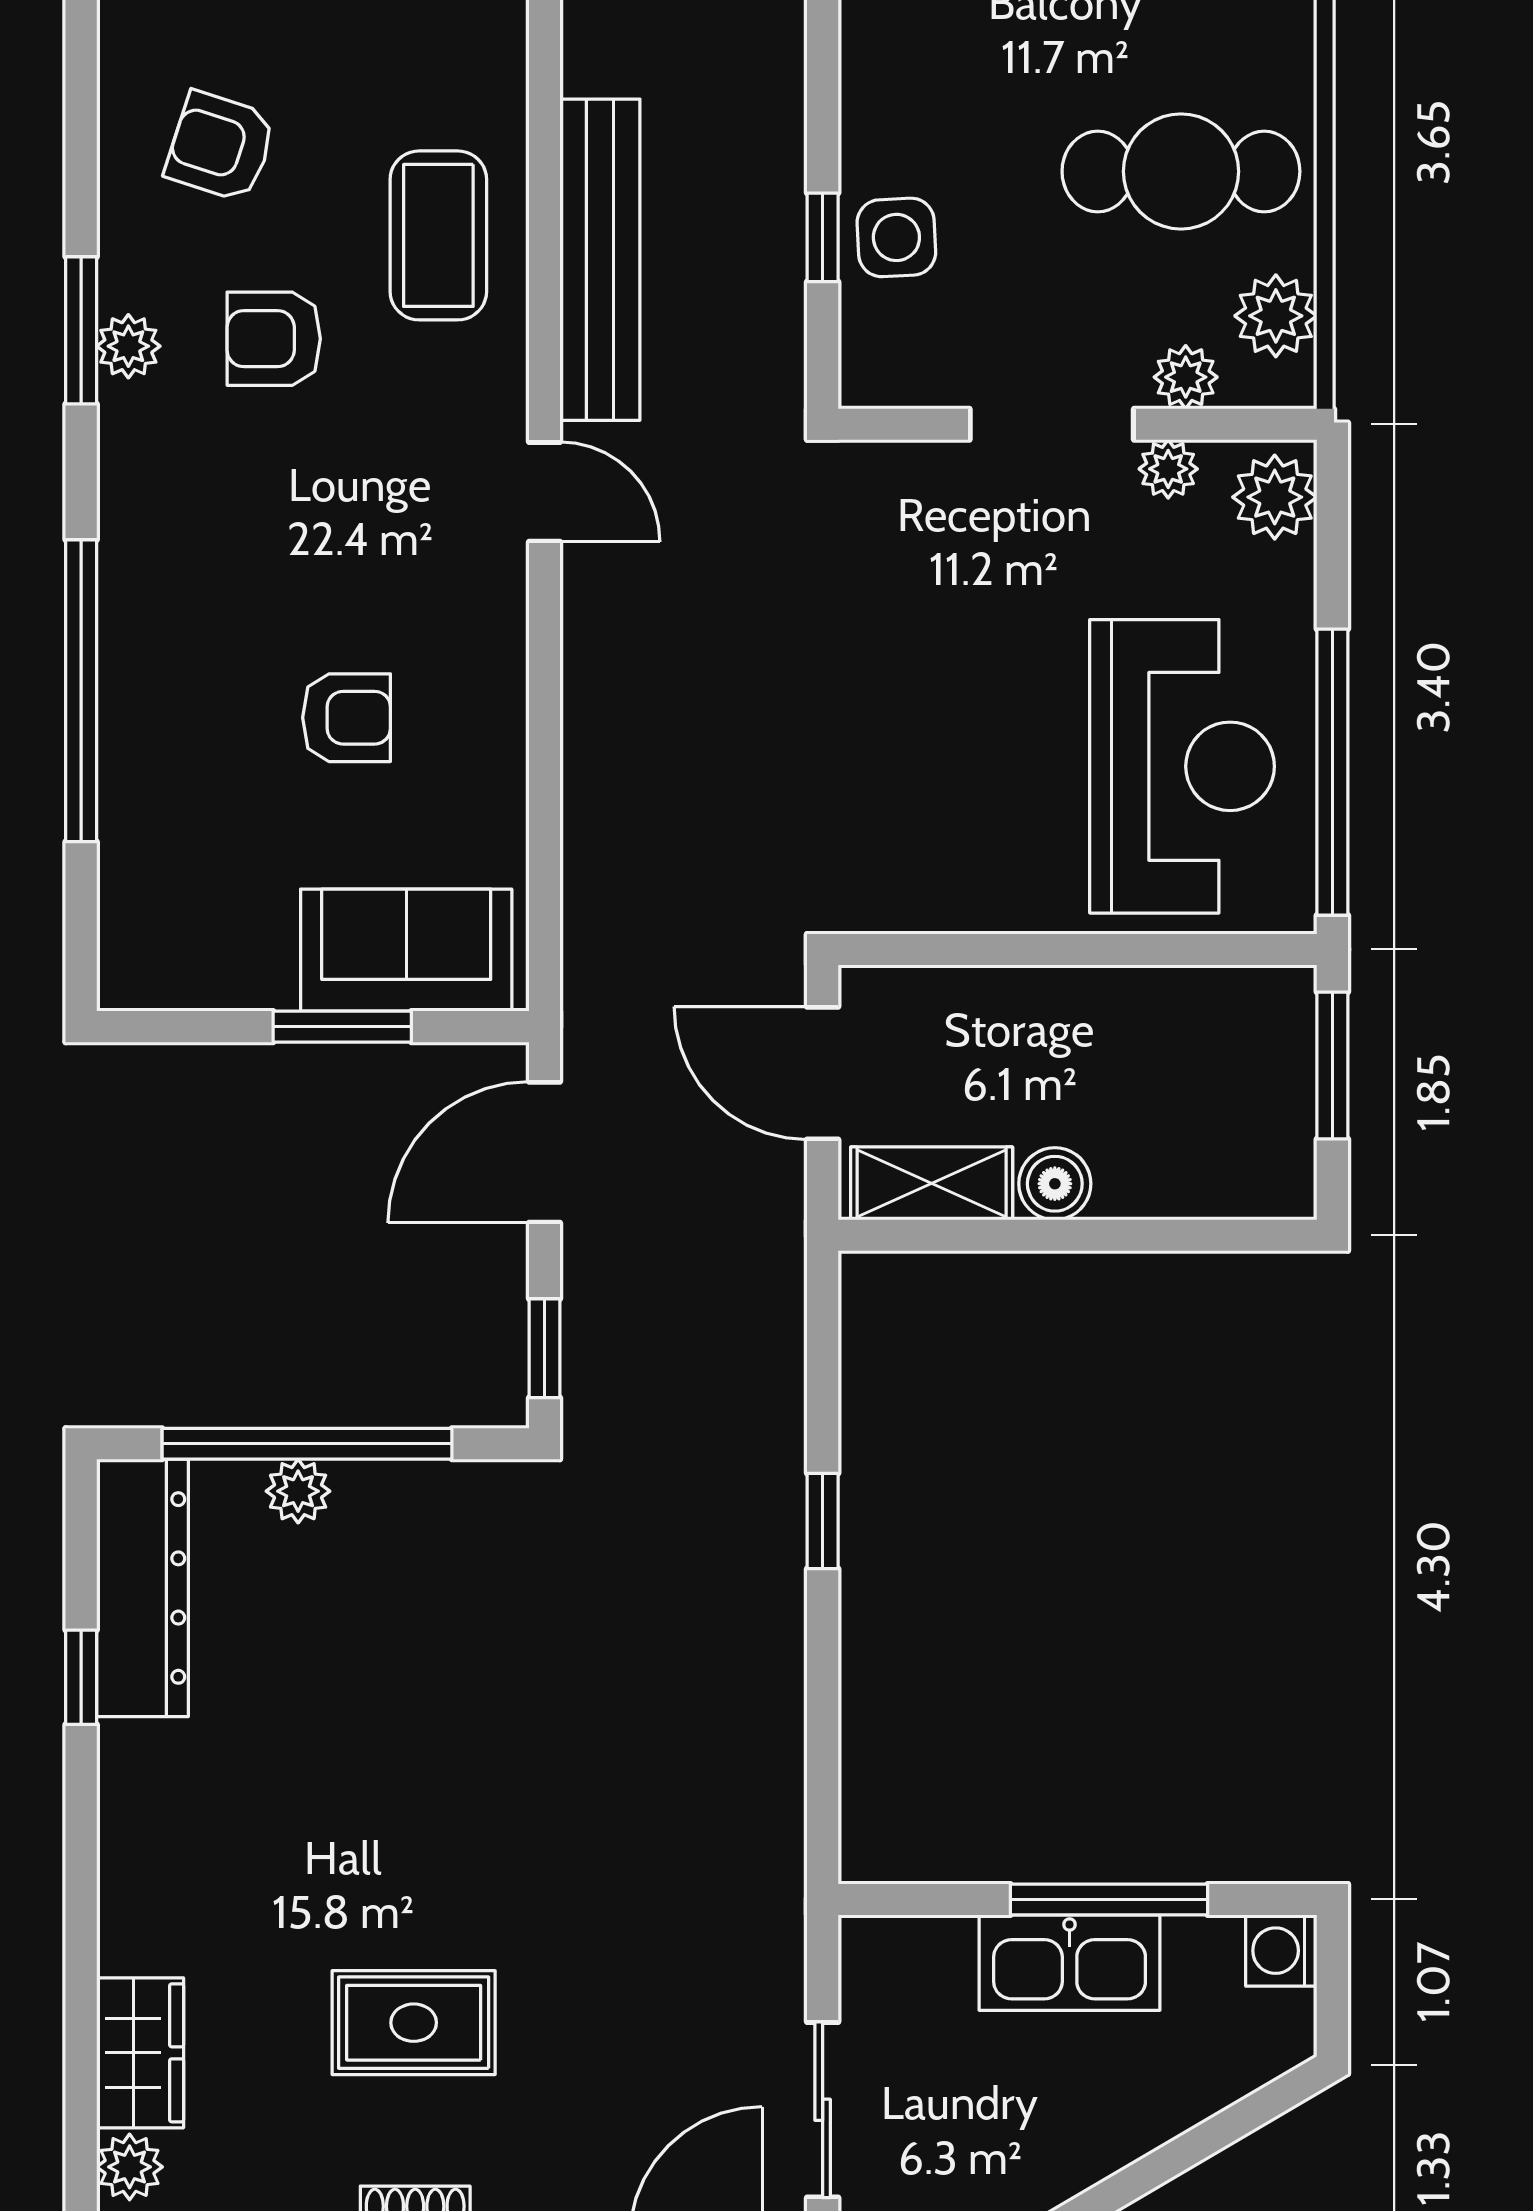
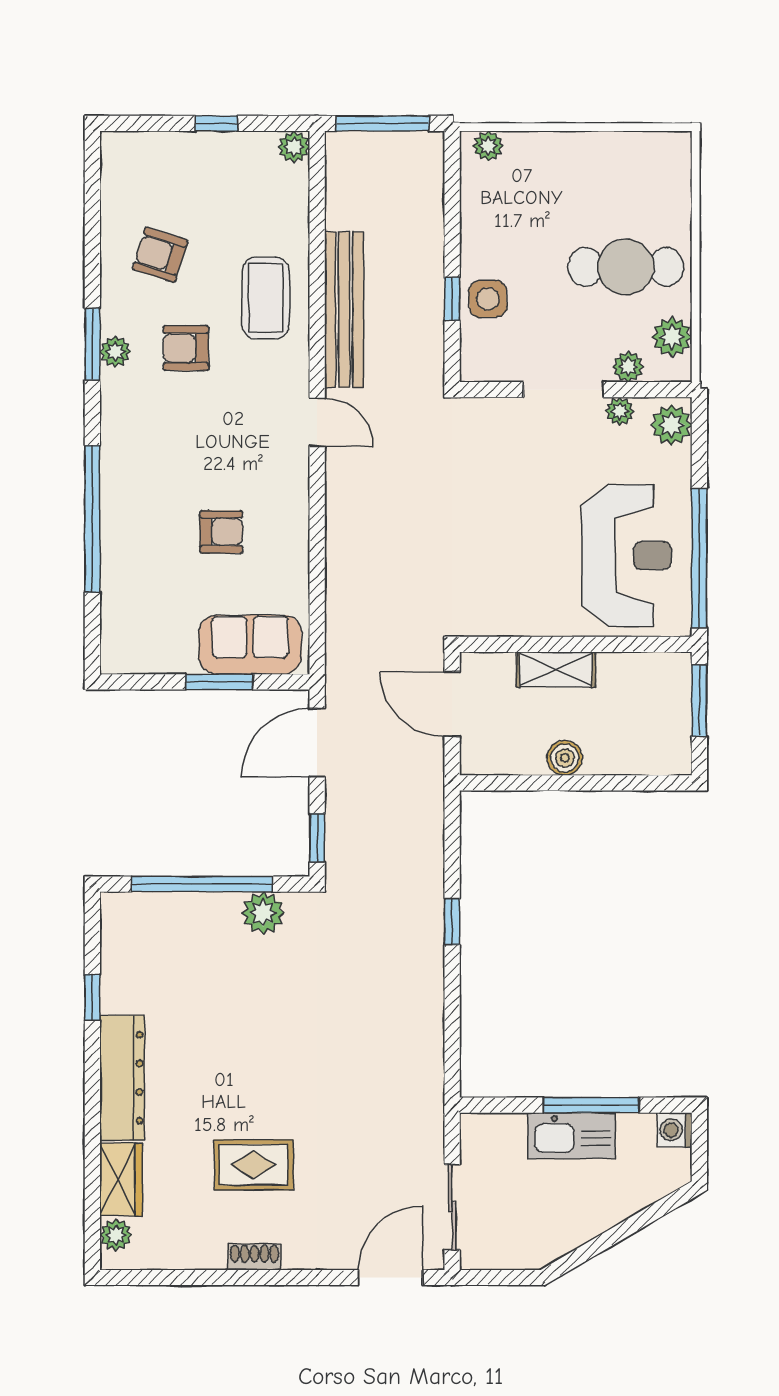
shelving: (932, 1183) -> (556, 669), moved
plant: (298, 1491) -> (263, 913), moved, width x1.38, depth x1.38
dresser: (142, 1588) -> (122, 1078), moved

